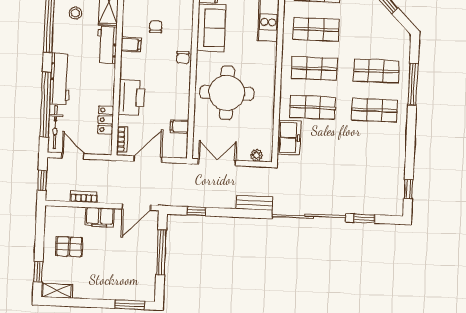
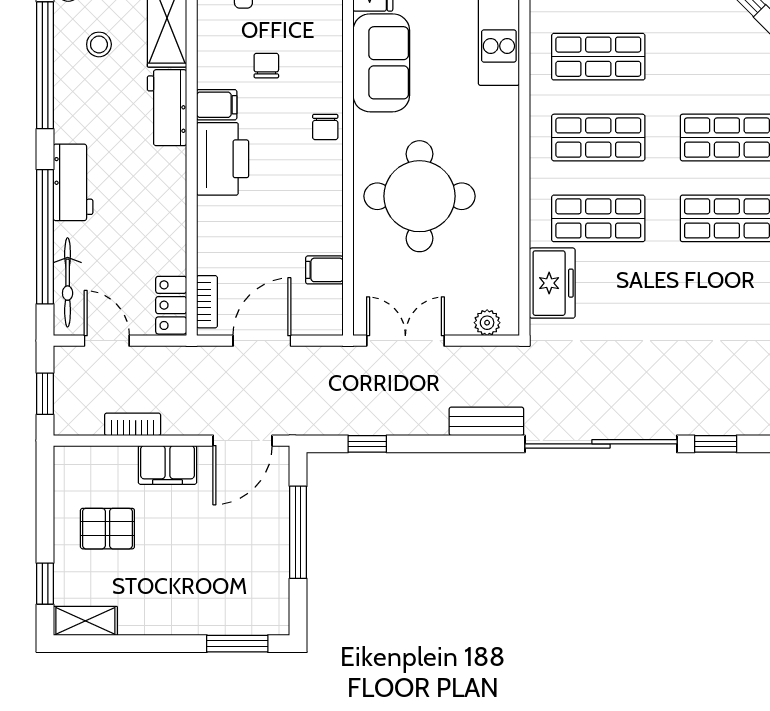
workbench: (60, 79) -> (73, 182), width x0.73
printer: (131, 97) -> (223, 159), moved
locker: (106, 120) -> (171, 305), moved

